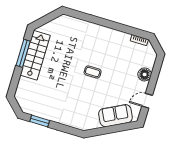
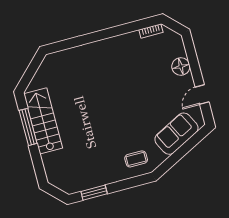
coffee table: (93, 72) -> (136, 159), moved

